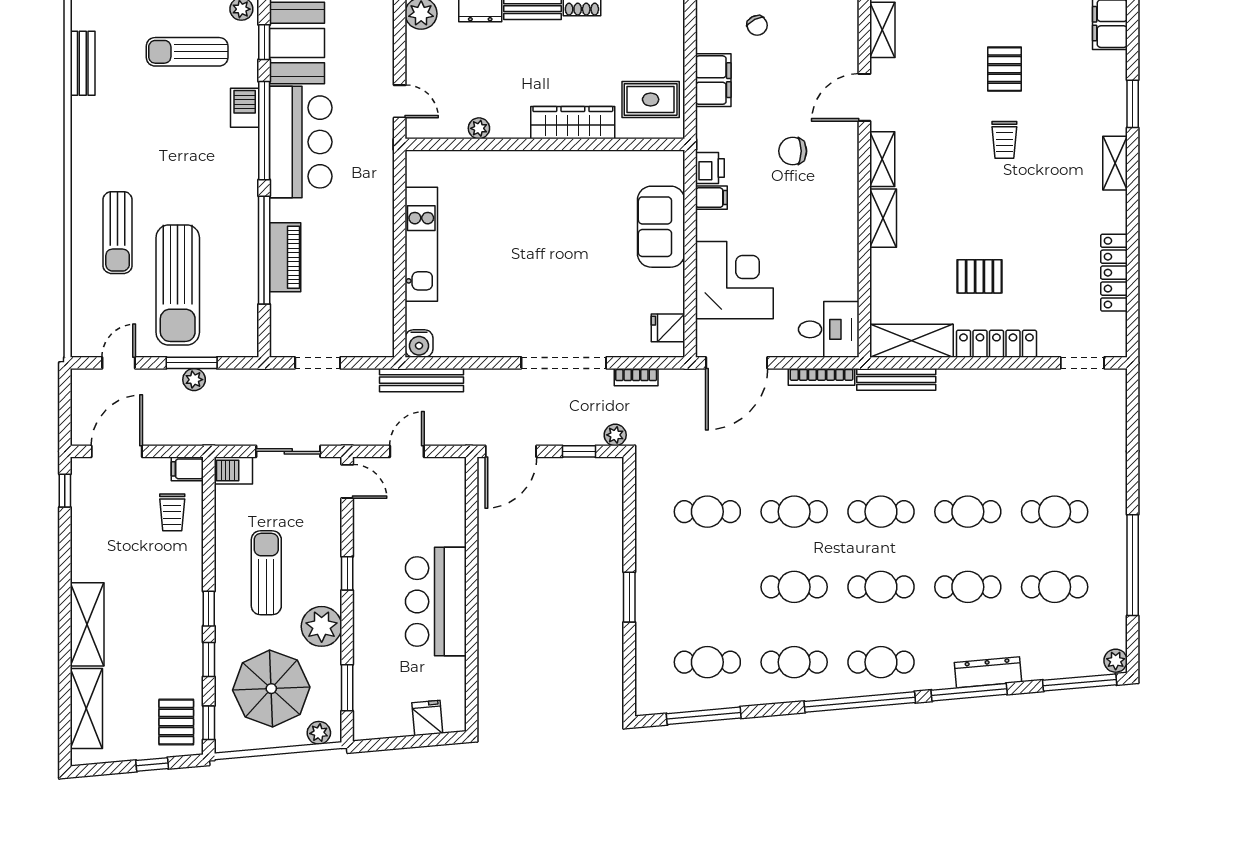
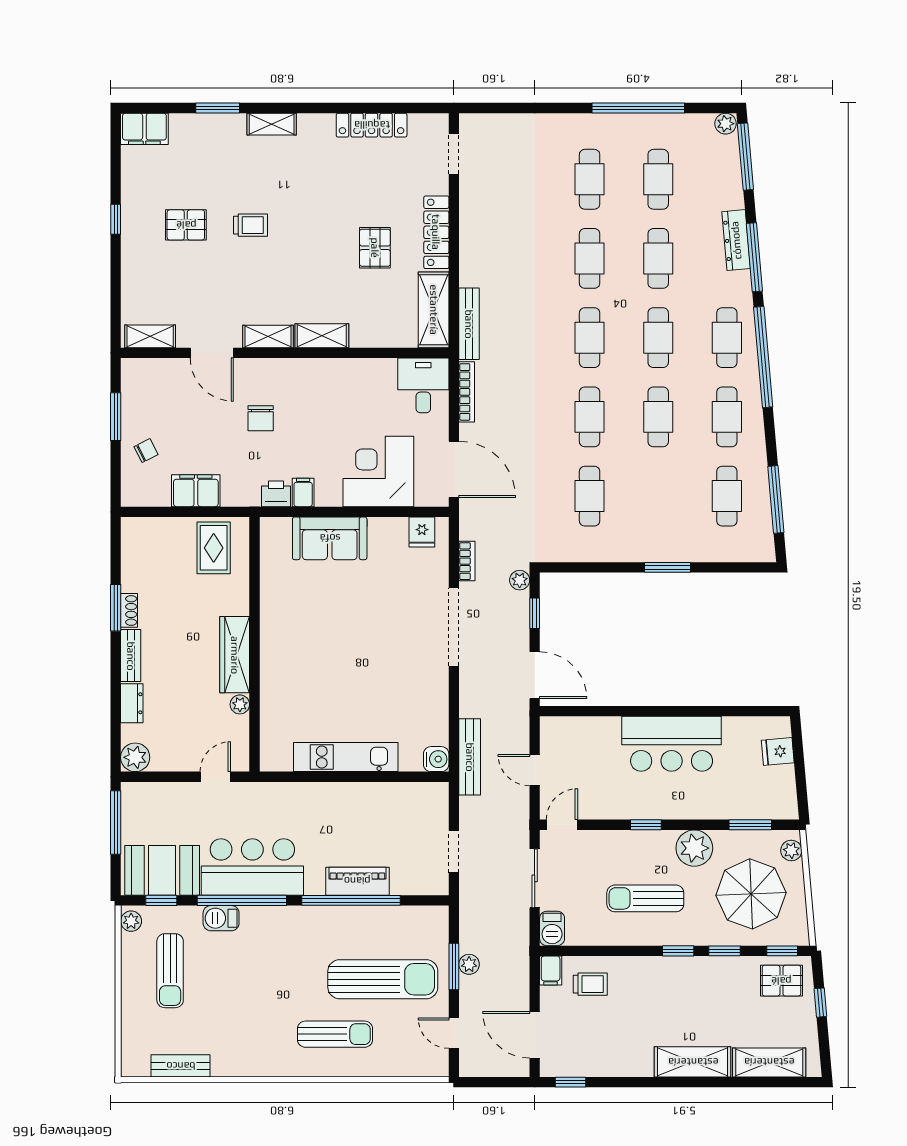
wardrobe: (573, 123) -> (235, 655), moved

